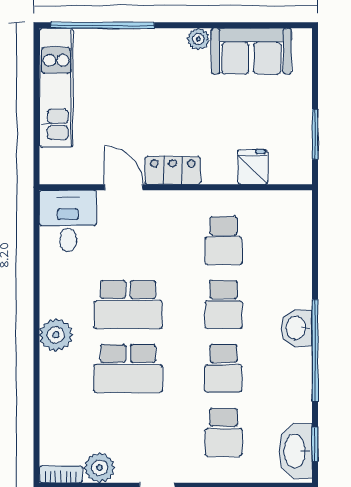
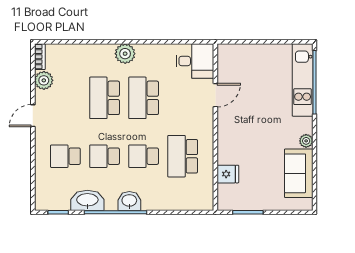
kitchen unit: (56, 88) -> (303, 80), moved, turned 90
locker: (173, 170) -> (226, 125), removed
school desk: (223, 241) -> (183, 156), width x1.85
washbasin: (296, 451) -> (87, 200), moved

